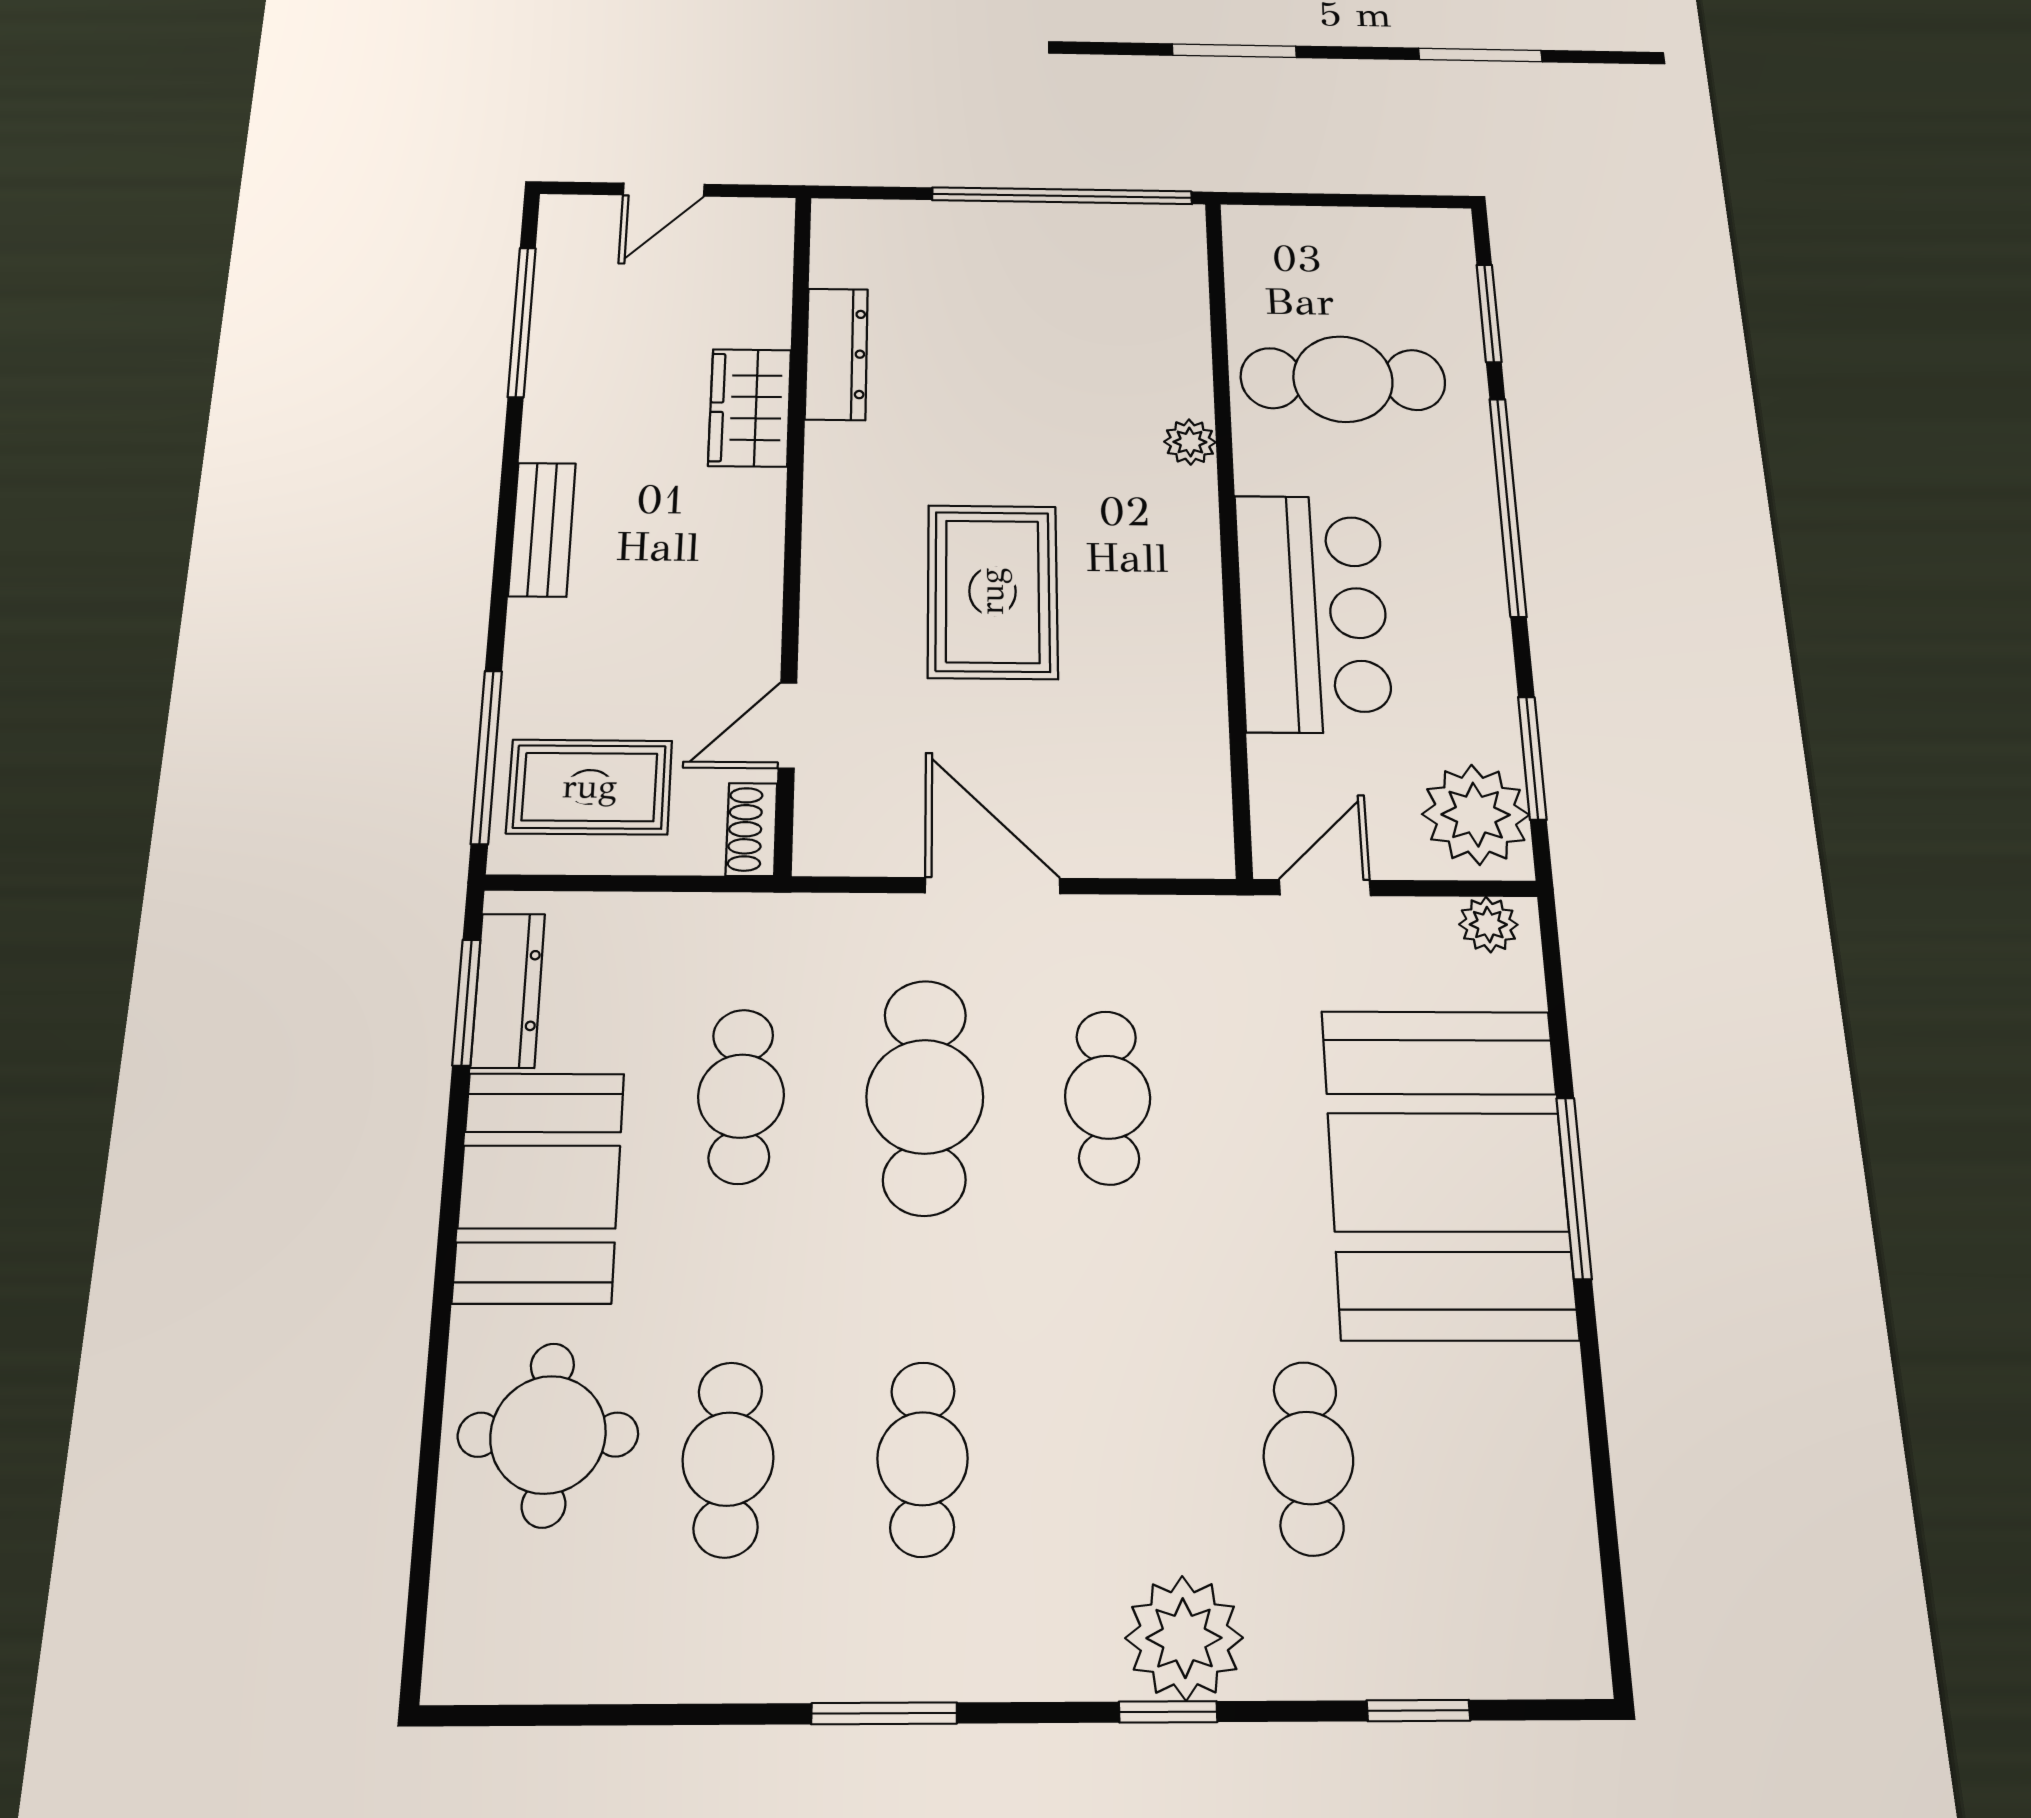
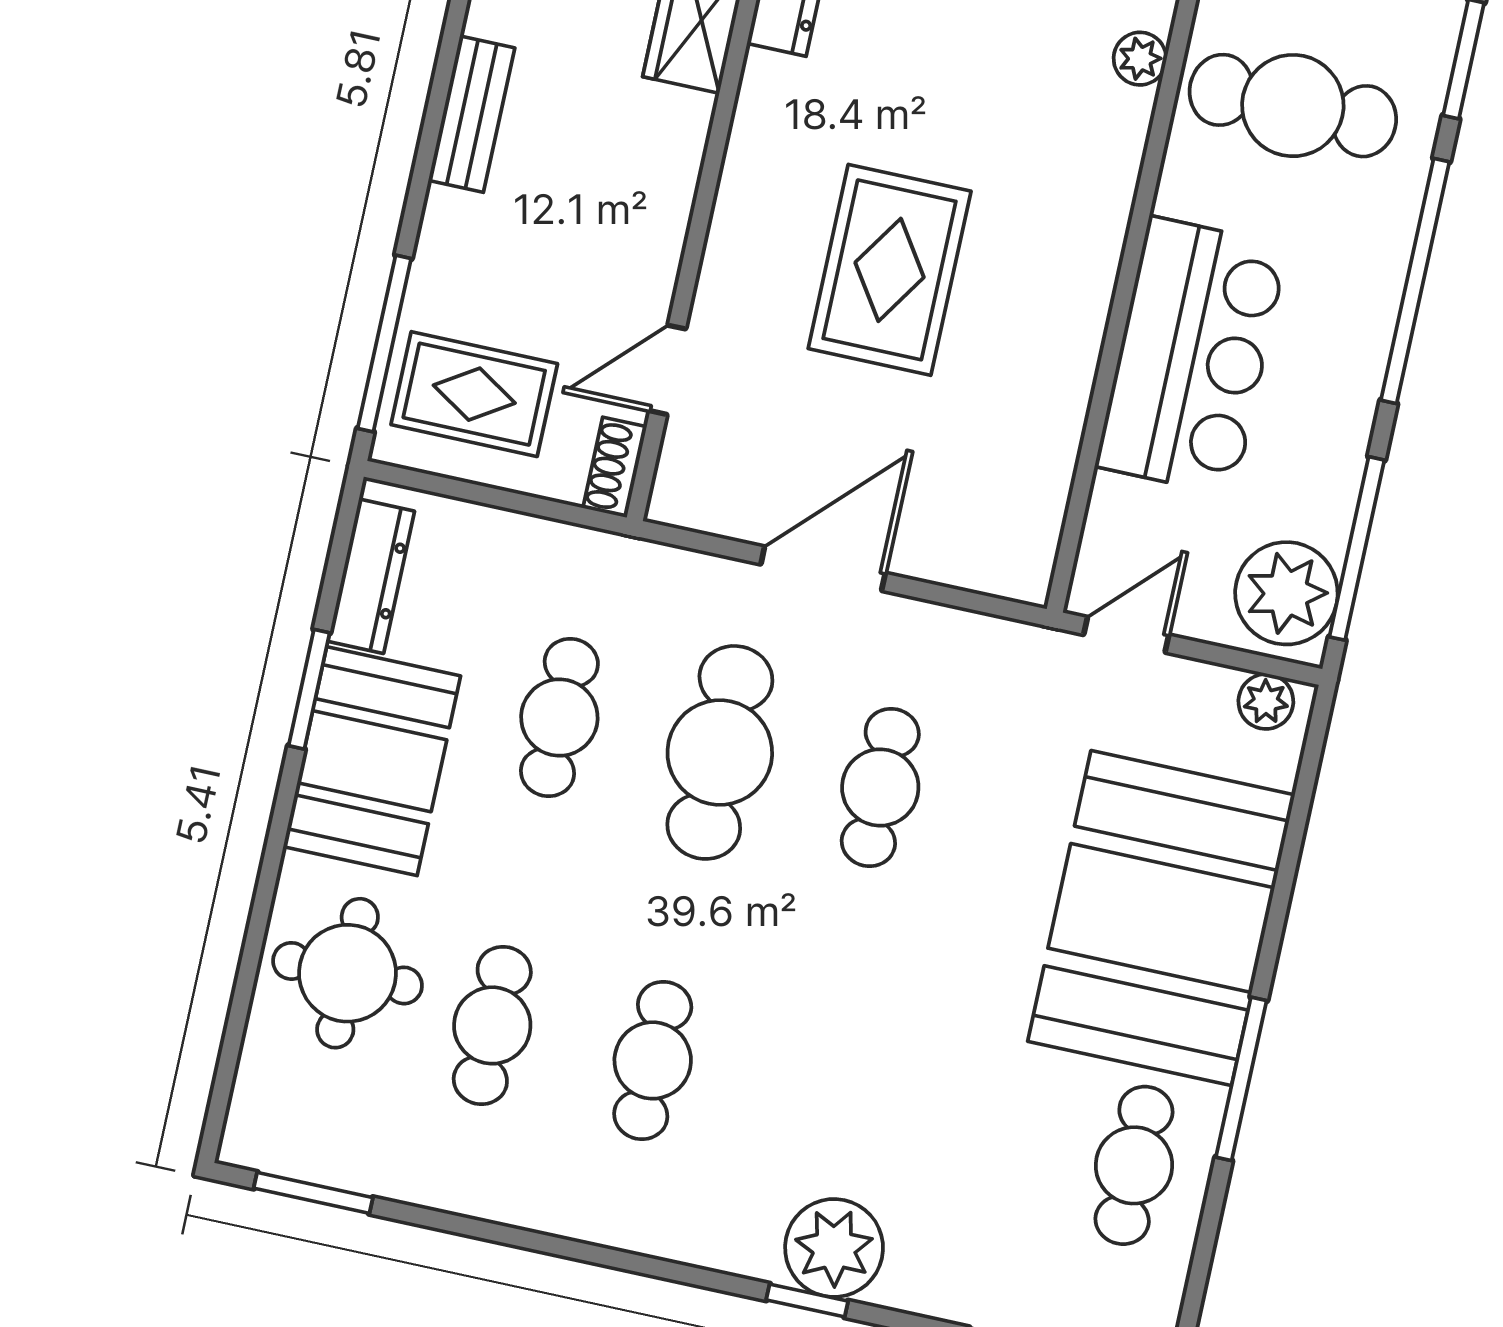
plant: (1190, 442) -> (1140, 59), moved
window: (1532, 758) -> (1357, 548), width x1.44
door: (993, 886) -> (823, 569), hinge flipped
window: (466, 1002) -> (309, 689), moved
window: (1574, 1188) -> (1241, 1079), moved
cafe table: (1308, 1458) -> (1134, 1165), moved
window: (884, 1713) -> (313, 1193), moved

